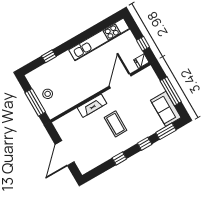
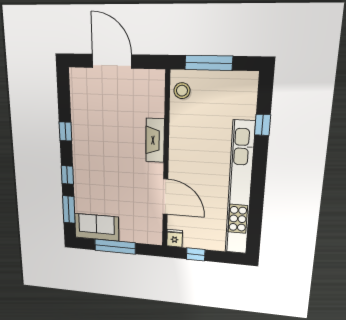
kitchen unit: (99, 39) -> (240, 189), width x1.36
stool: (48, 94) -> (182, 91), moved
coffee table: (116, 124) -> (113, 155), removed

